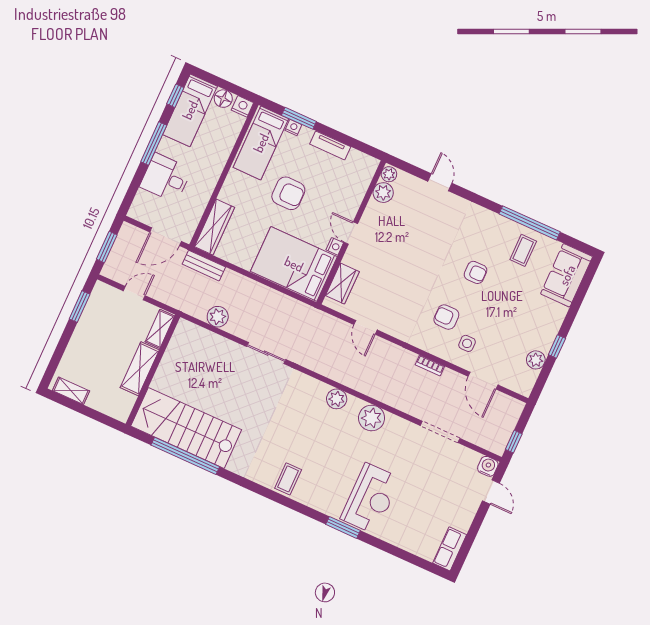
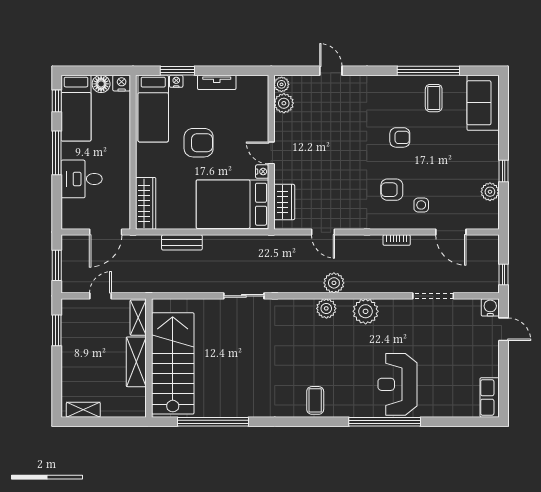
bench: (204, 266) -> (182, 242), moved
plant: (218, 317) -> (334, 283), moved
stairs: (186, 428) -> (173, 363), moved, turned 90
reception desk: (370, 498) -> (397, 384), turned 180
window: (343, 527) -> (385, 422), width x2.11

